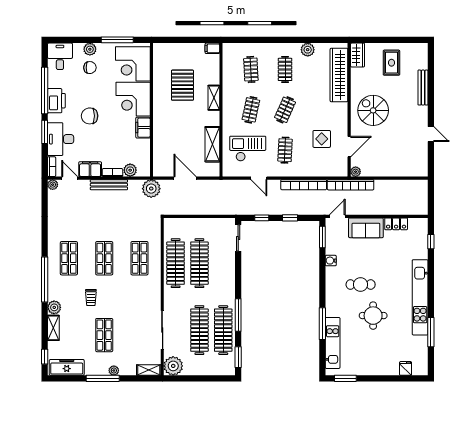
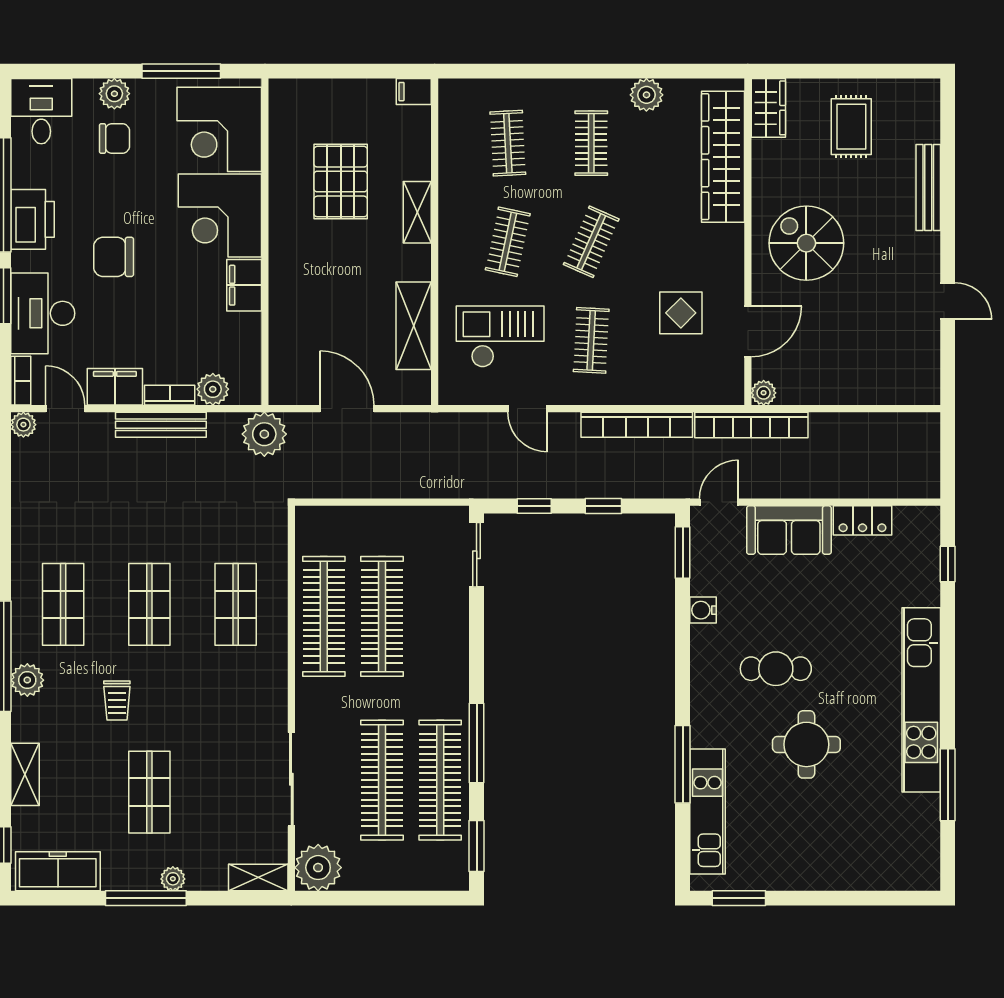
plant: (54, 307) -> (27, 680), moved
fridge: (406, 368) -> (886, 874), removed

